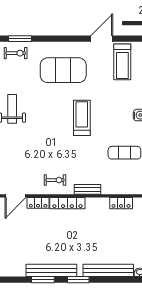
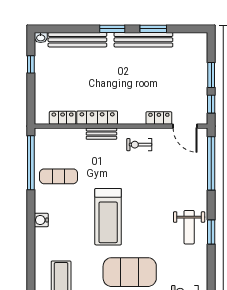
treadmill: (82, 118) -> (108, 217), width x1.37, depth x1.38
door: (15, 196) -> (185, 126), swing flipped
locker: (67, 203) -> (97, 118), moved

